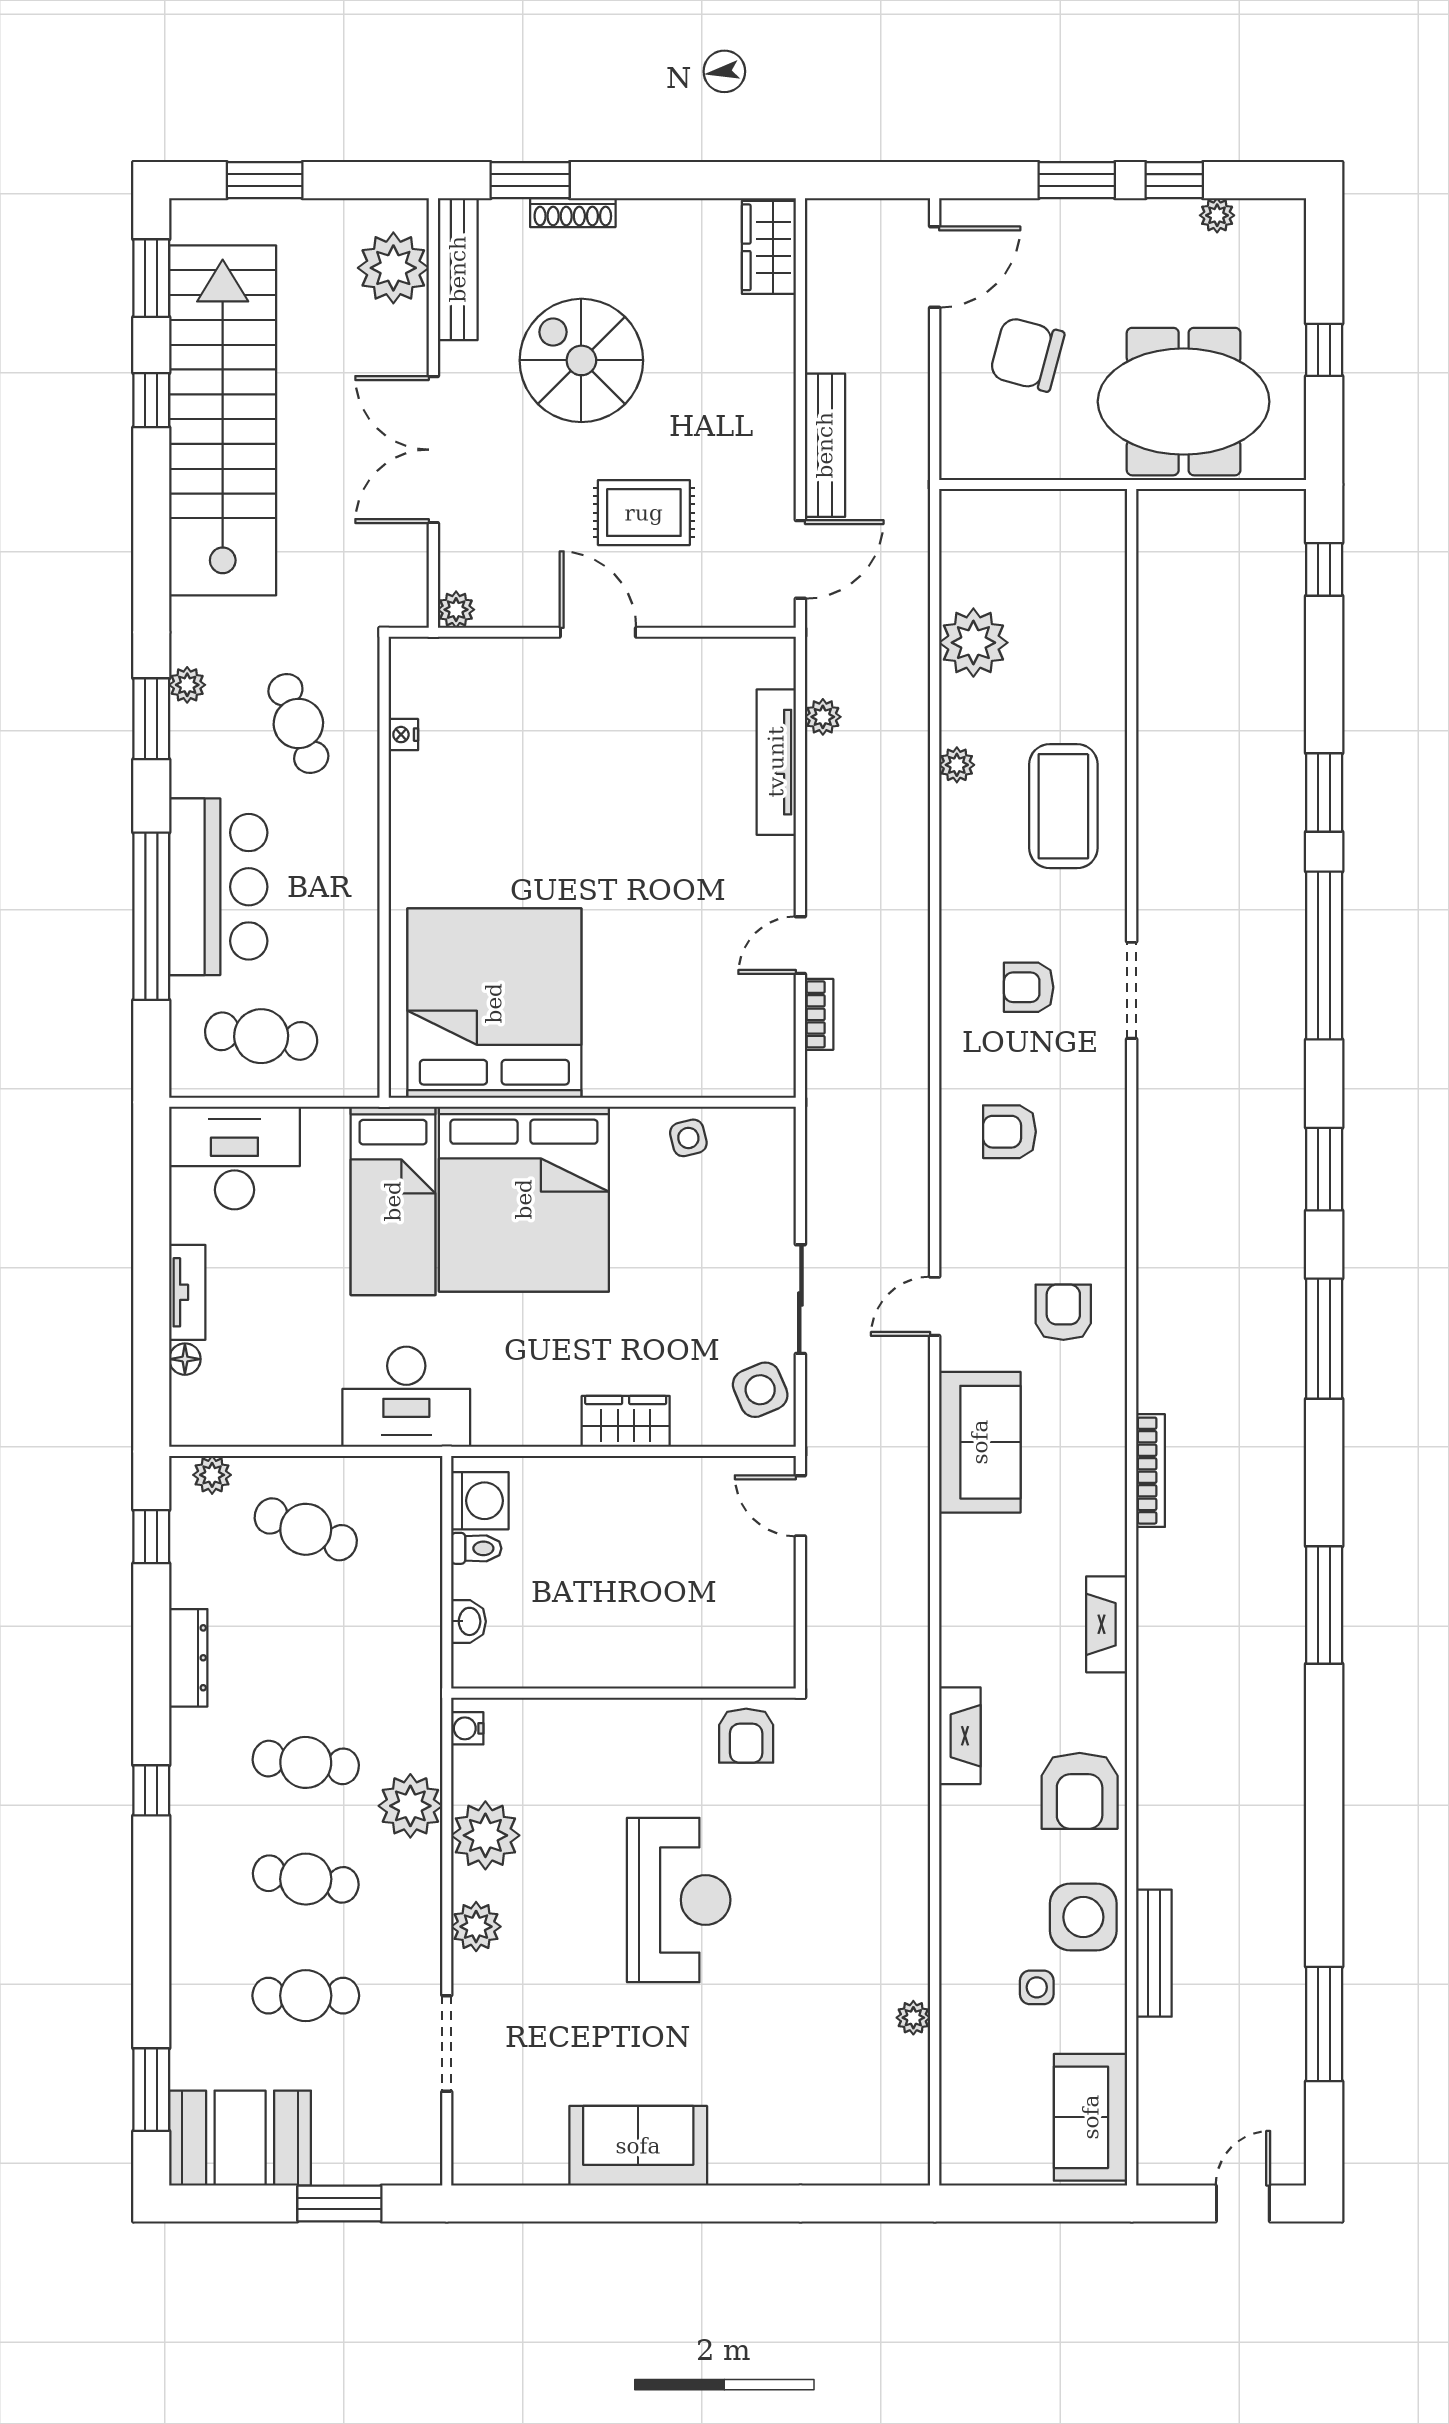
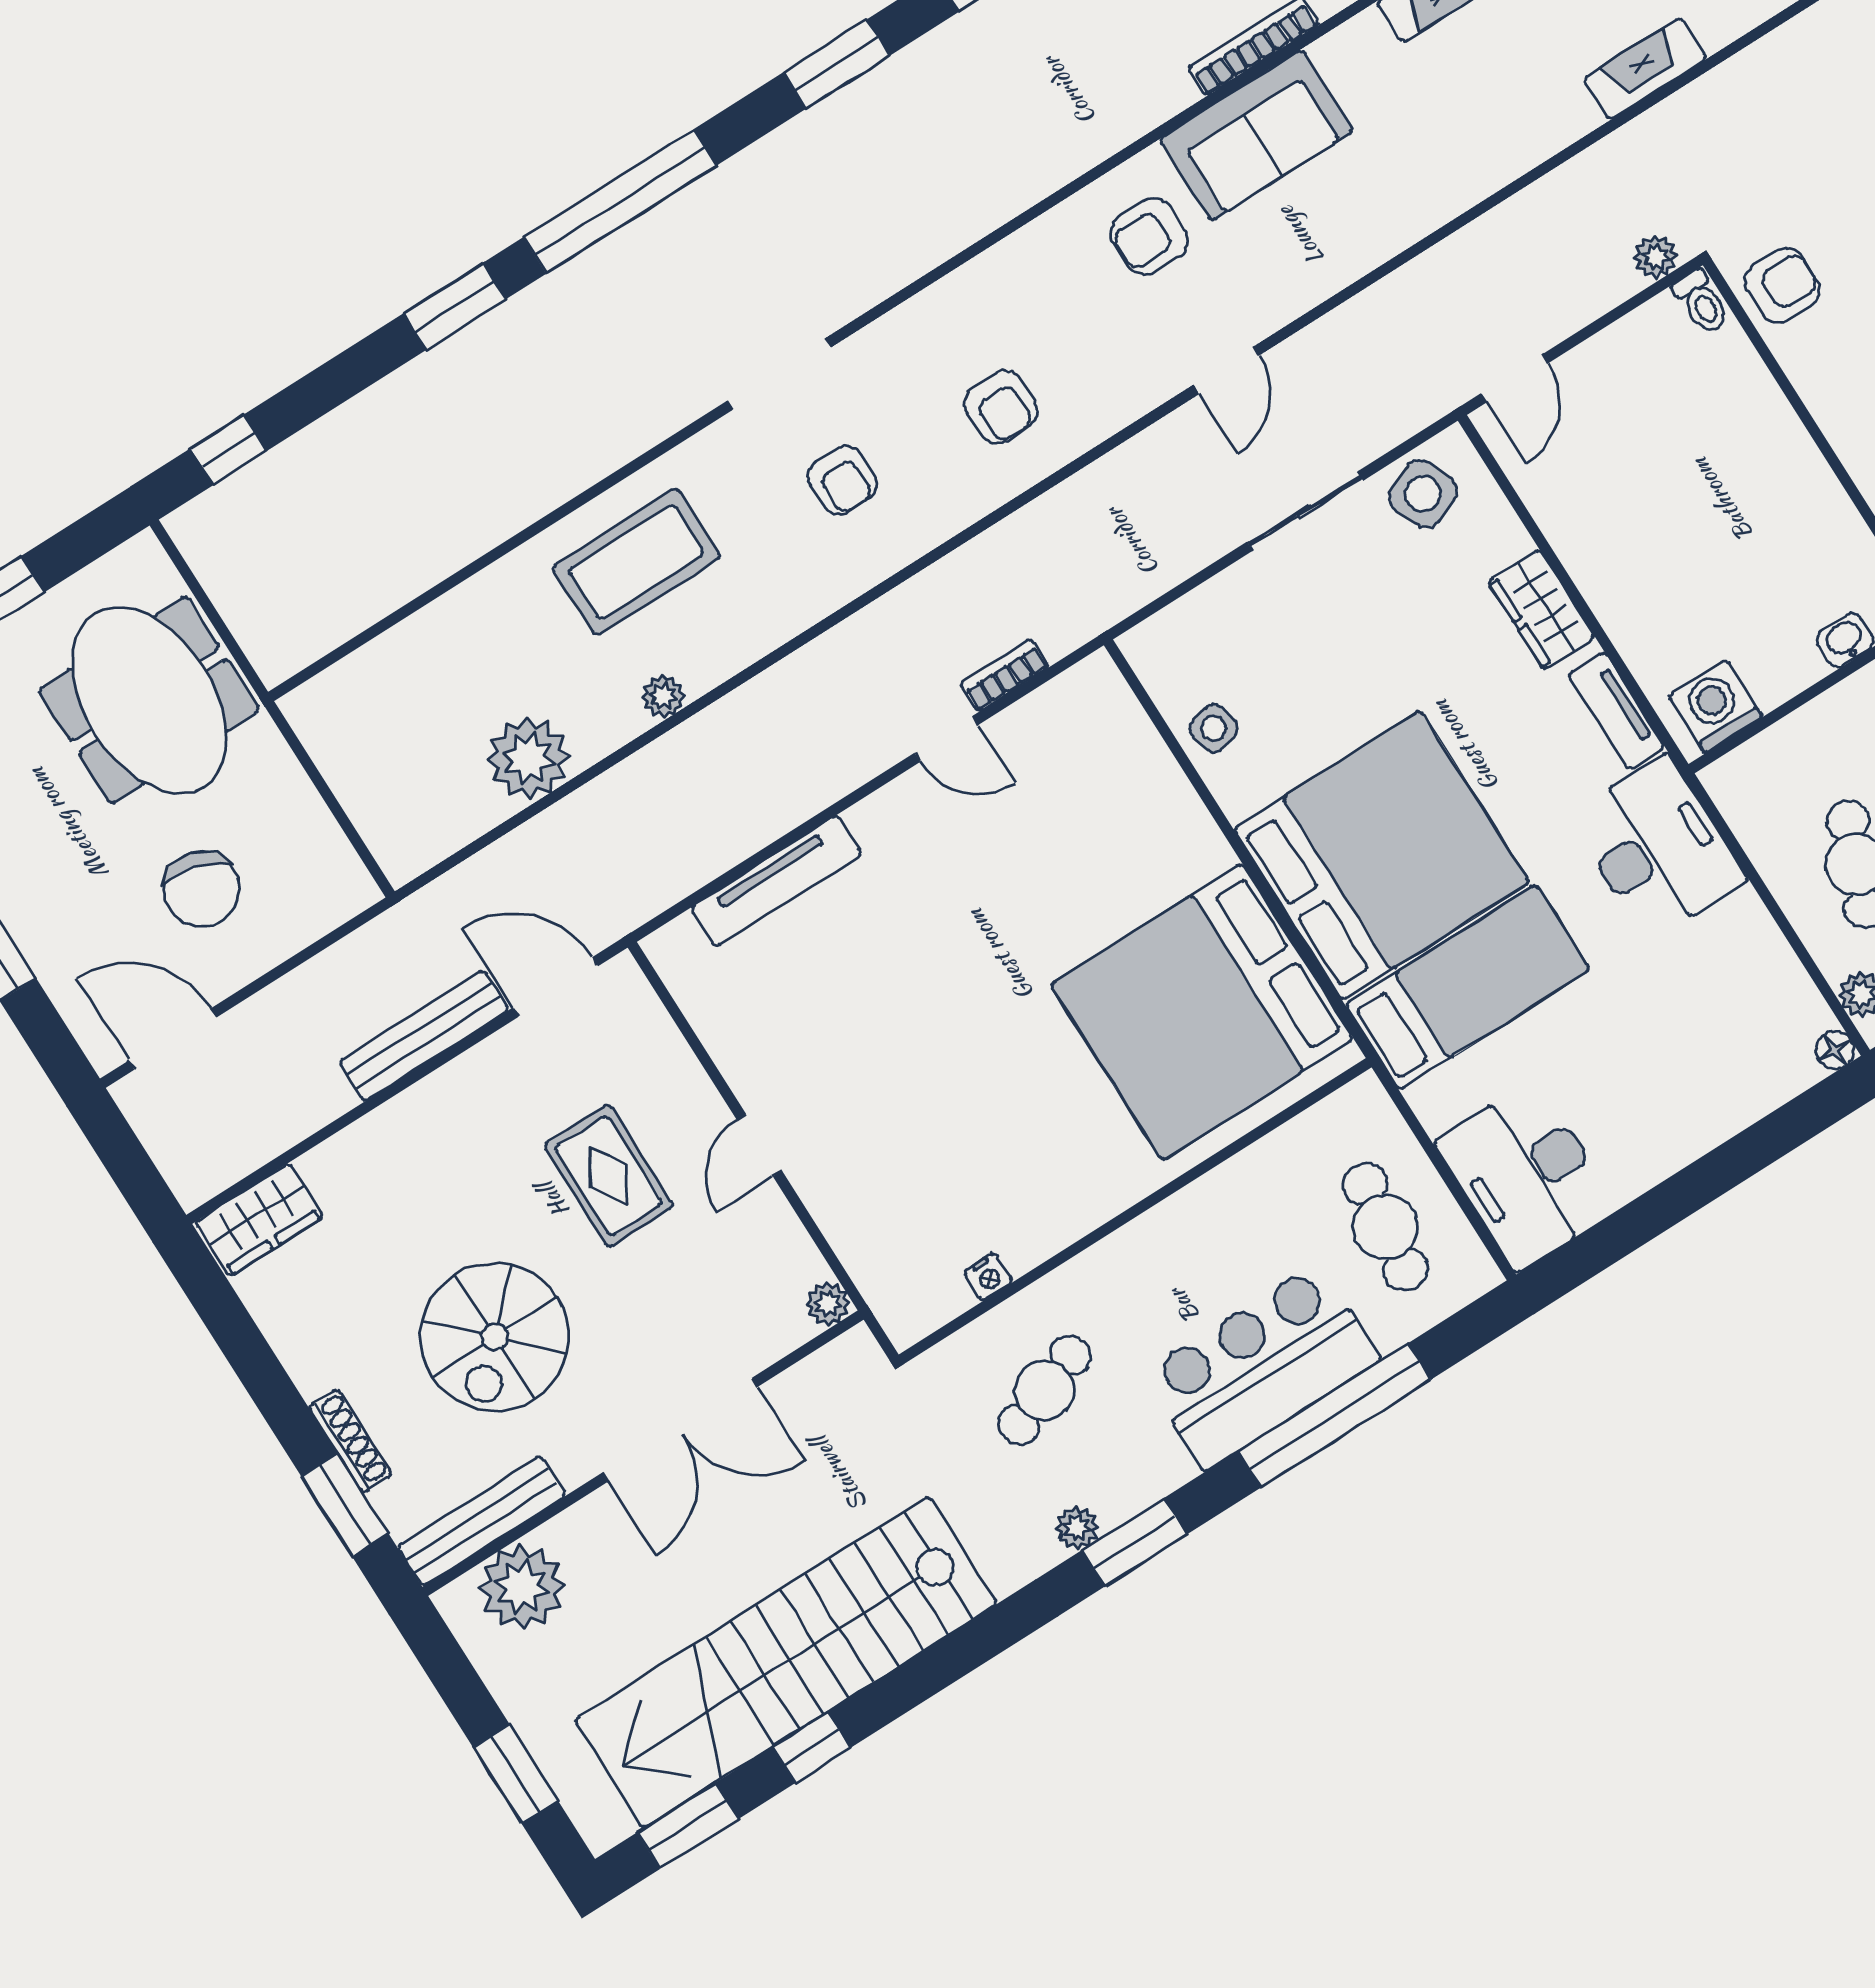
door: (598, 632) -> (759, 1145), width x0.73
plant: (823, 717) -> (1656, 257), moved
tv unit: (187, 1292) -> (1616, 711), moved, turned -90
door: (935, 1306) -> (1226, 370), hinge flipped
floor lamp: (185, 1359) -> (1835, 1050), moved
sofa: (980, 1442) -> (1256, 135), moved, turned 180
toilet: (476, 1548) -> (1701, 302), moved, turned 180

